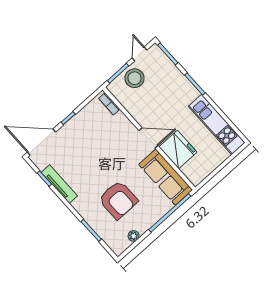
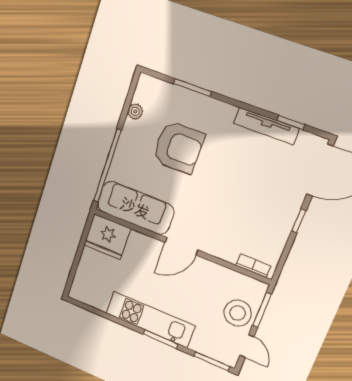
kitchen unit: (217, 124) -> (150, 319), moved
fridge: (178, 149) -> (107, 237), moved
armchair: (118, 200) -> (178, 147), turned 180

